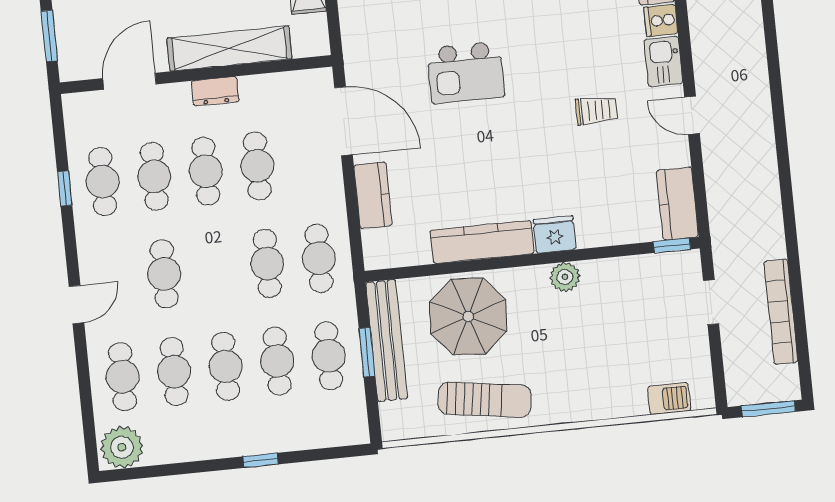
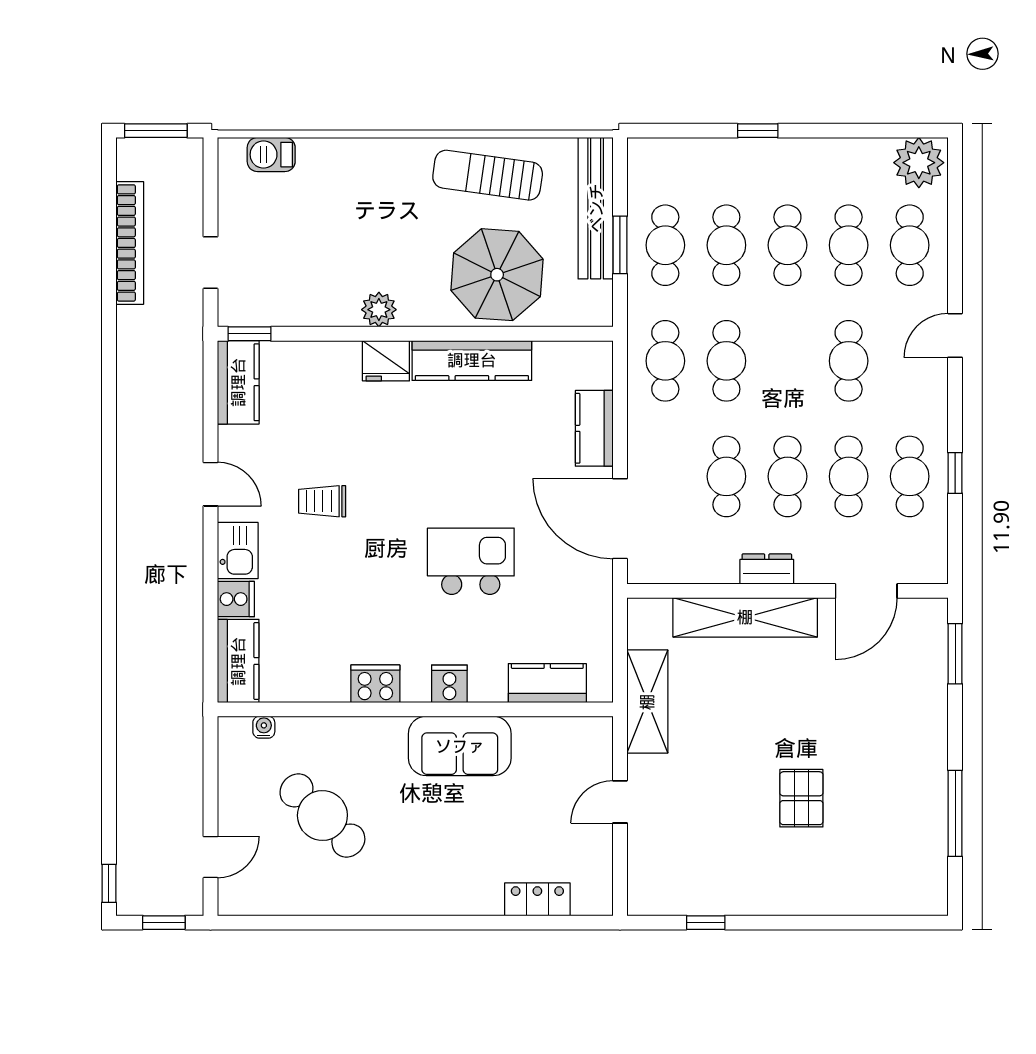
bench: (387, 341) -> (596, 208), moved

